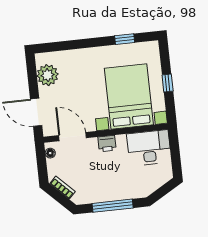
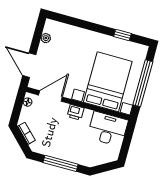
plant: (48, 75) -> (46, 38), width x0.53, depth x0.53
window: (168, 83) -> (143, 83), width x3.17
door: (73, 137) -> (50, 96), hinge flipped

